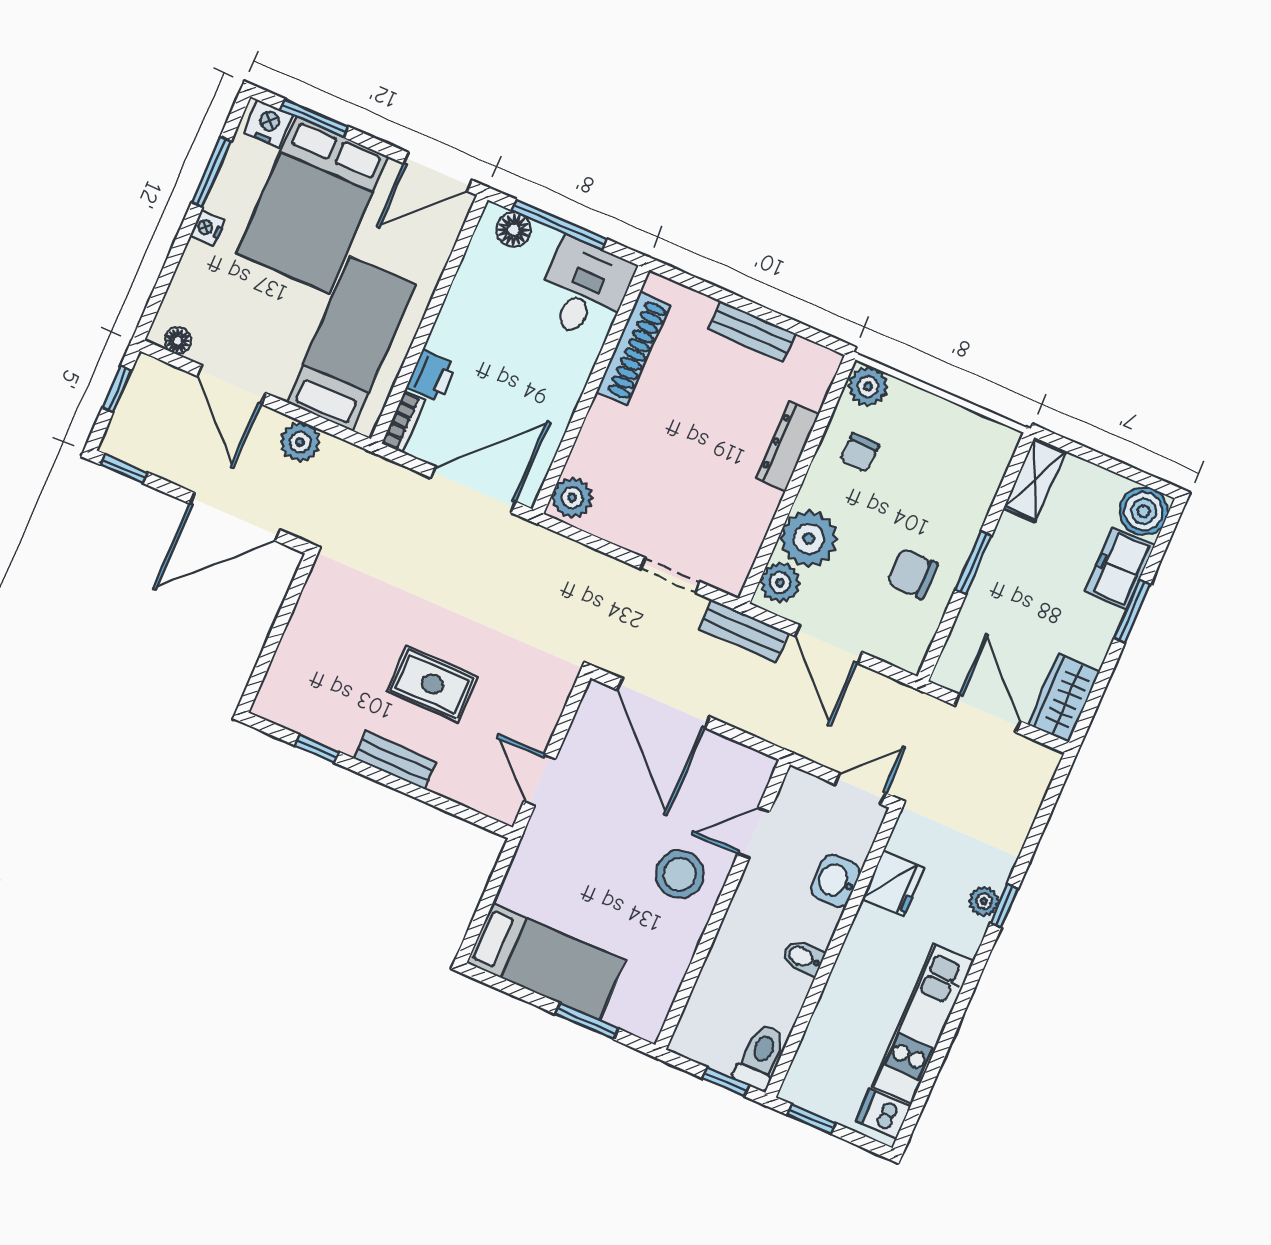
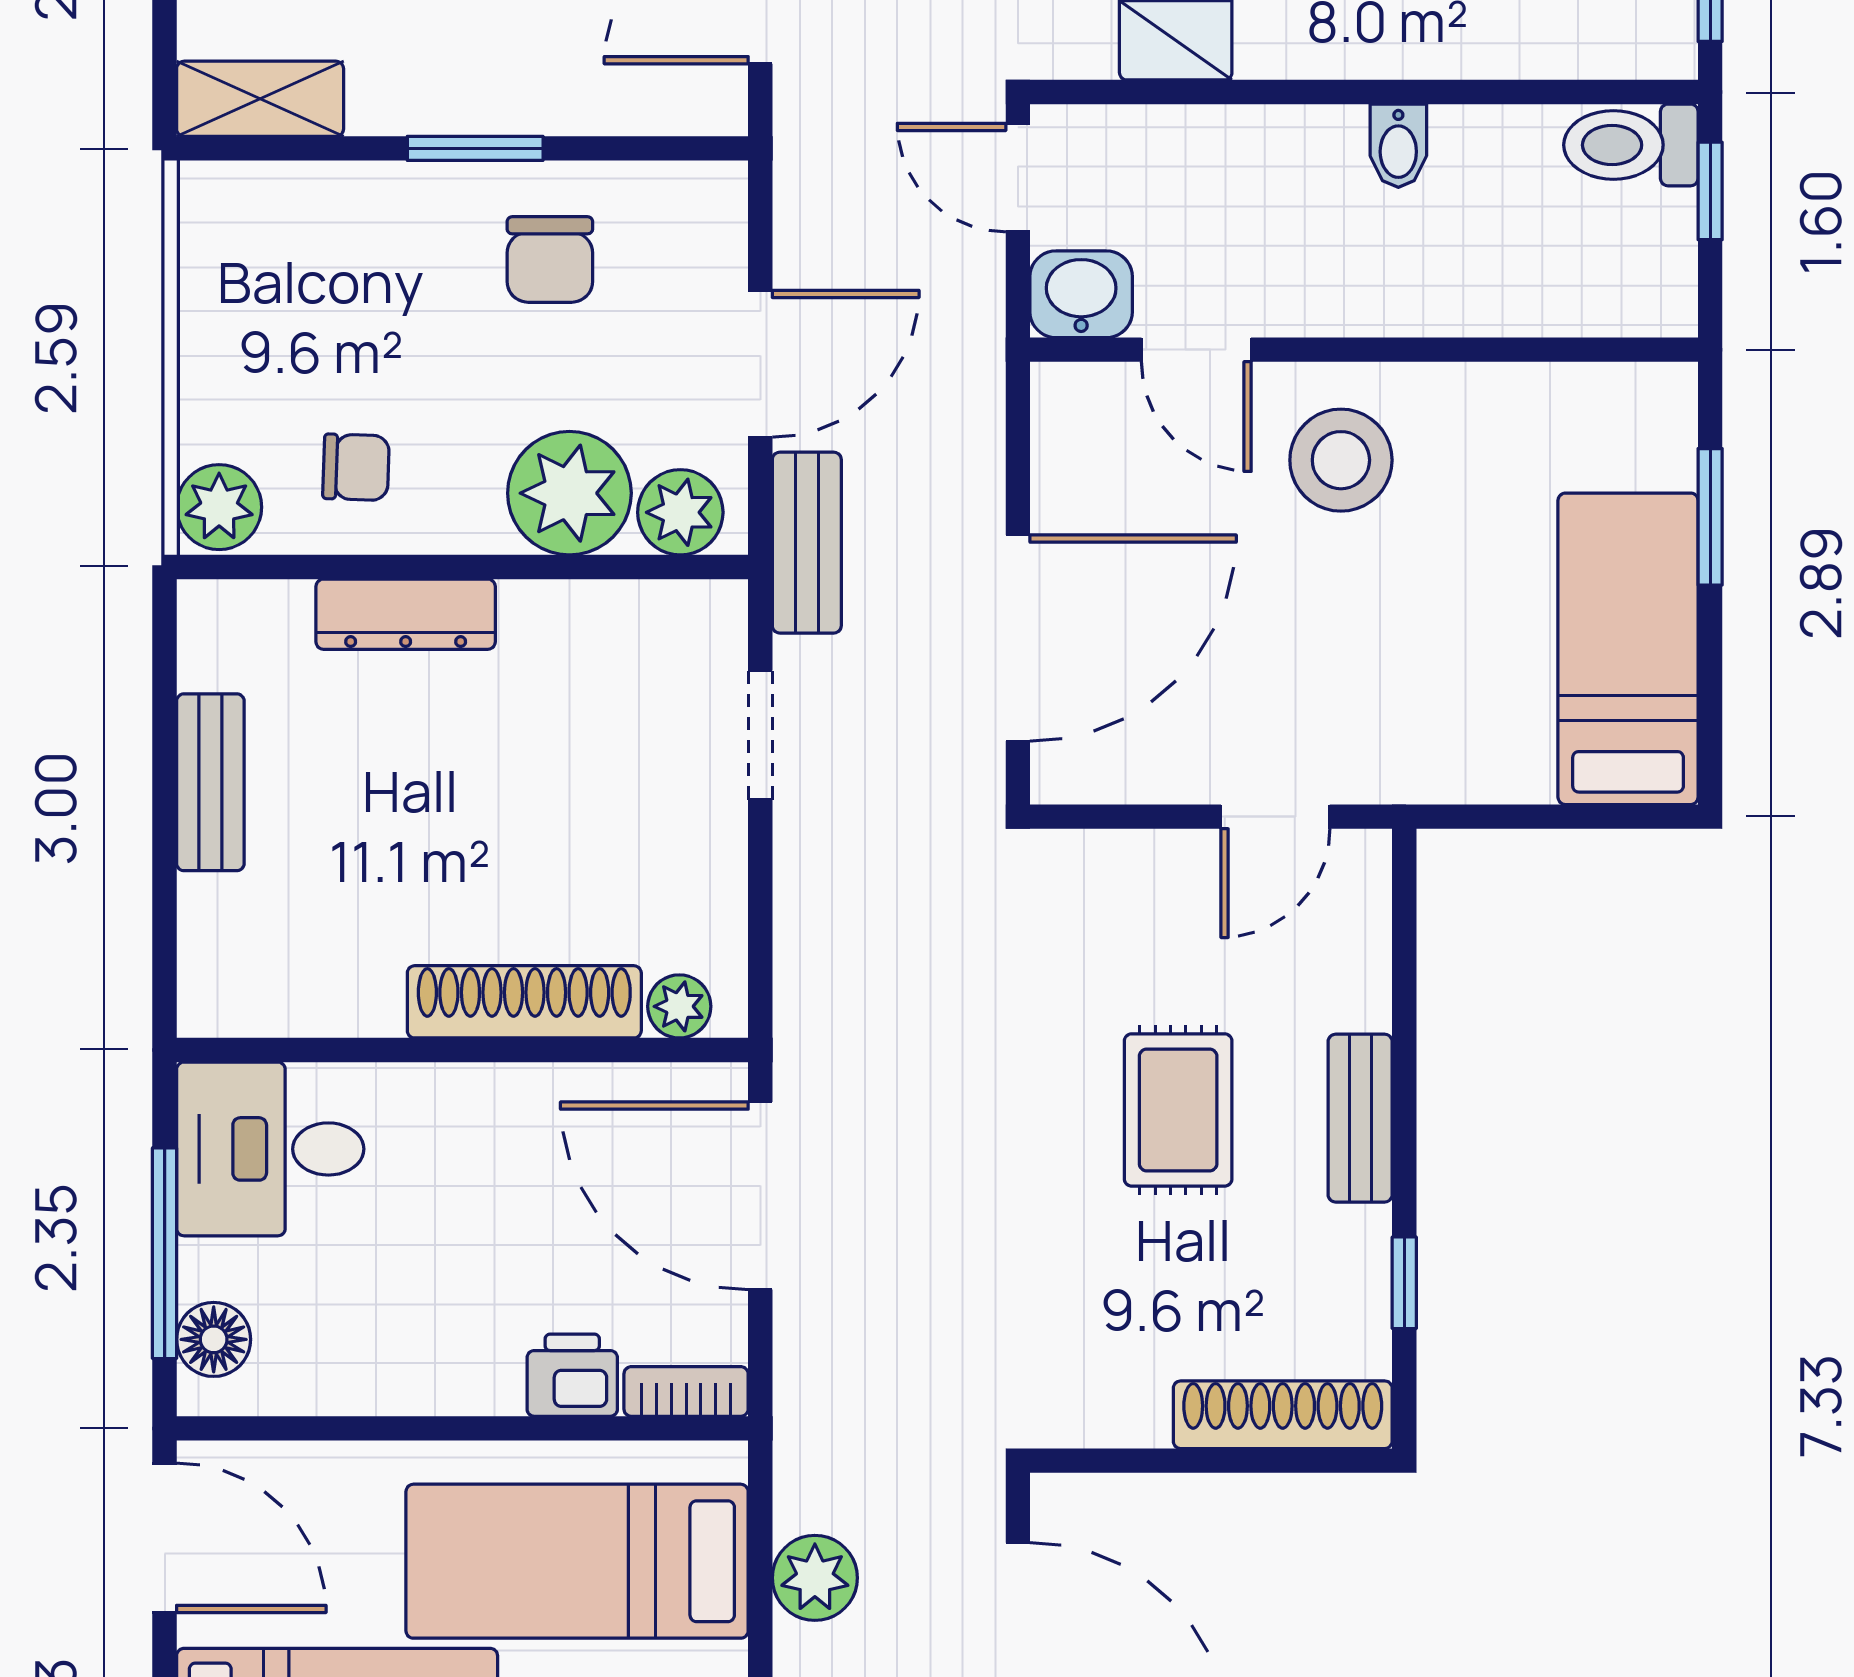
shoe rack: (633, 348) -> (524, 1002), moved
plant: (572, 498) -> (679, 1006), width x0.73, depth x0.73
shoe rack: (283, 672) -> (1283, 1415), added
washbasin: (836, 881) -> (1081, 294), moved, turned 180

